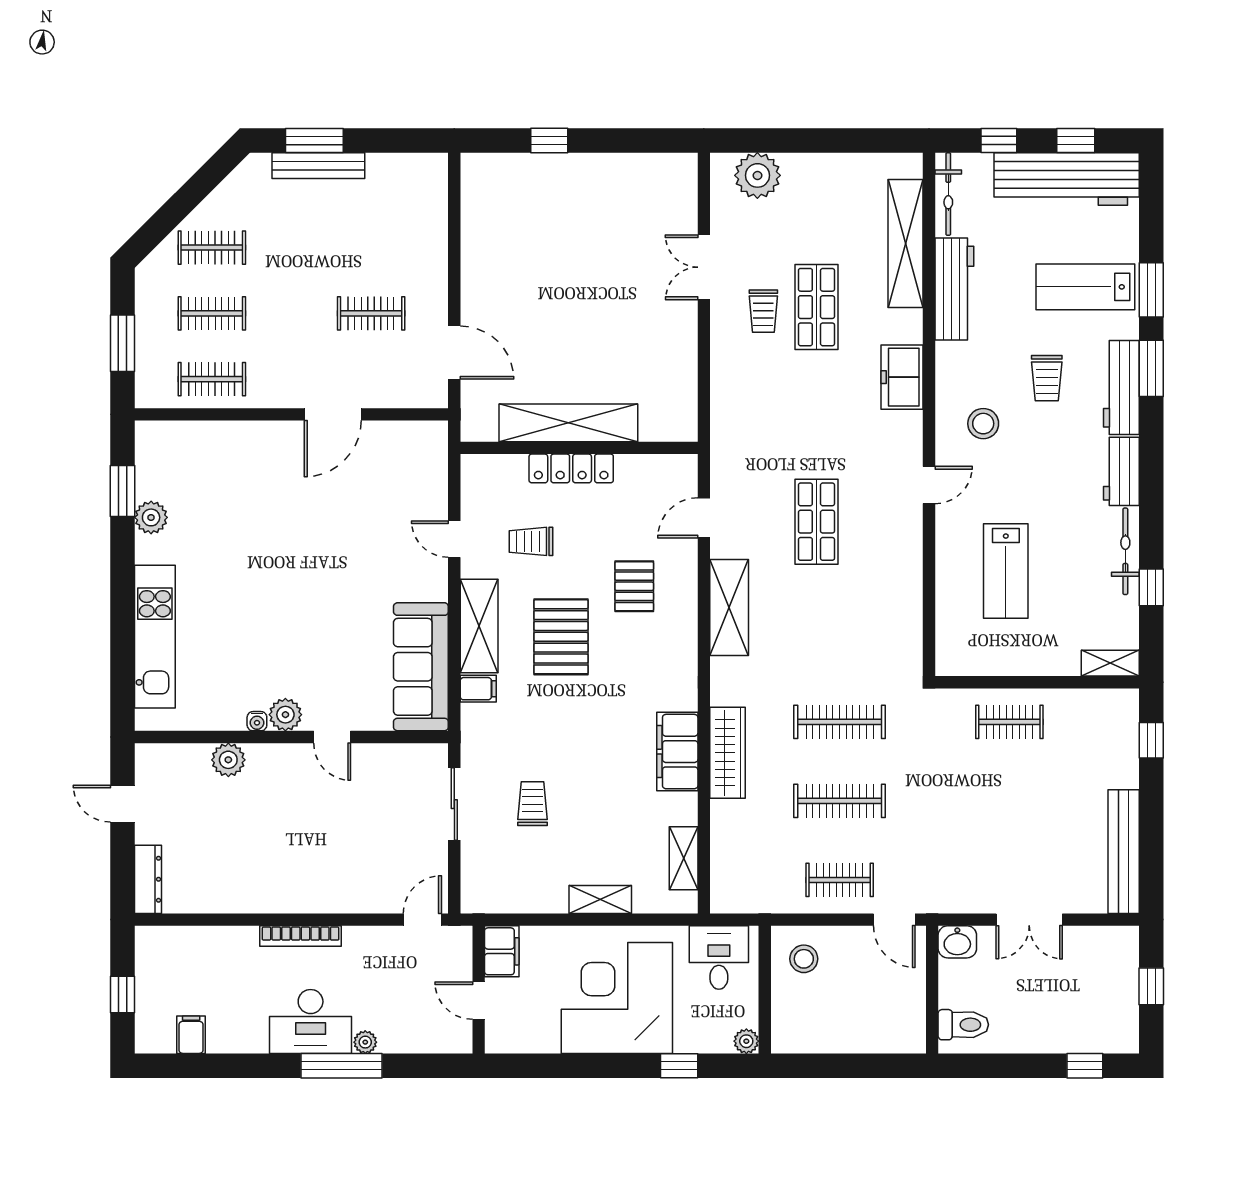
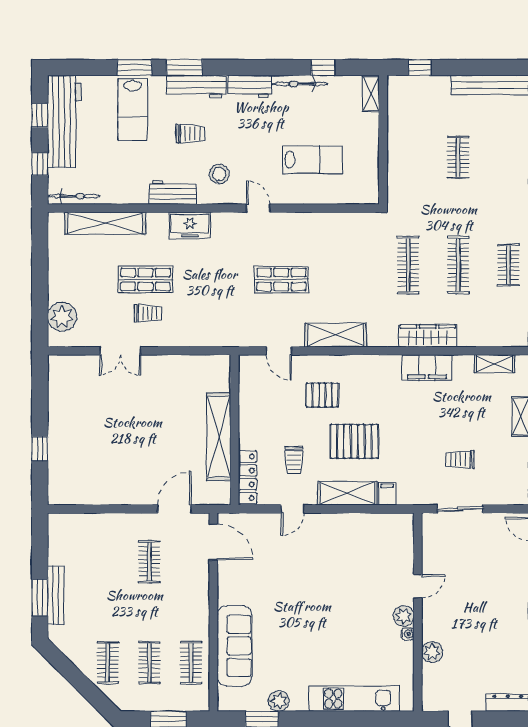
workbench: (954, 289) -> (173, 192), moved, width x0.73
door: (333, 414) -> (213, 542), moved
locker: (571, 468) -> (248, 477), moved
sofa: (421, 667) -> (234, 646), moved, turned -90
clothes rail: (1009, 722) -> (458, 157), moved

